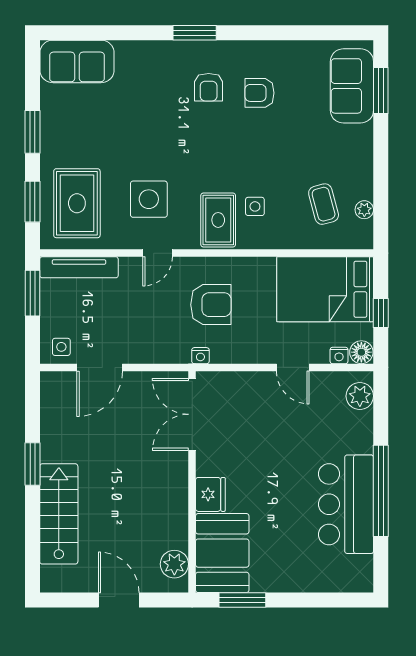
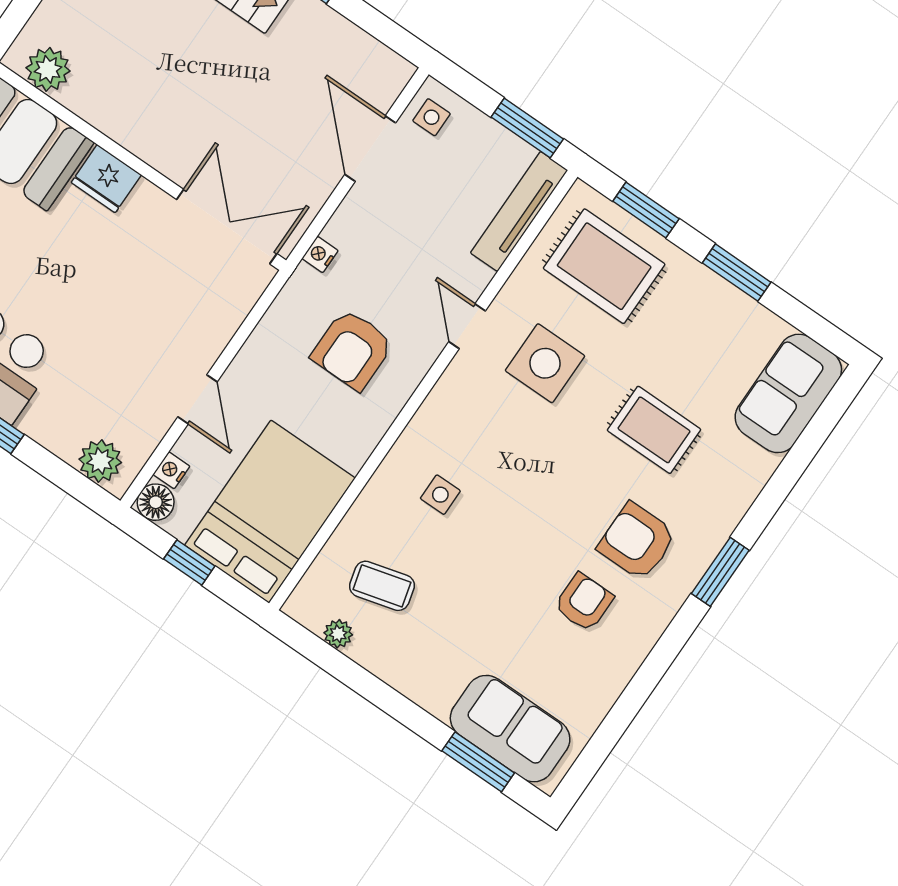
armchair: (209, 87) -> (637, 541), width x1.38, depth x1.38
rug: (218, 220) -> (654, 430), moved
nightstand: (200, 356) -> (320, 255), moved
door: (293, 367) -> (197, 399), swing flipped

